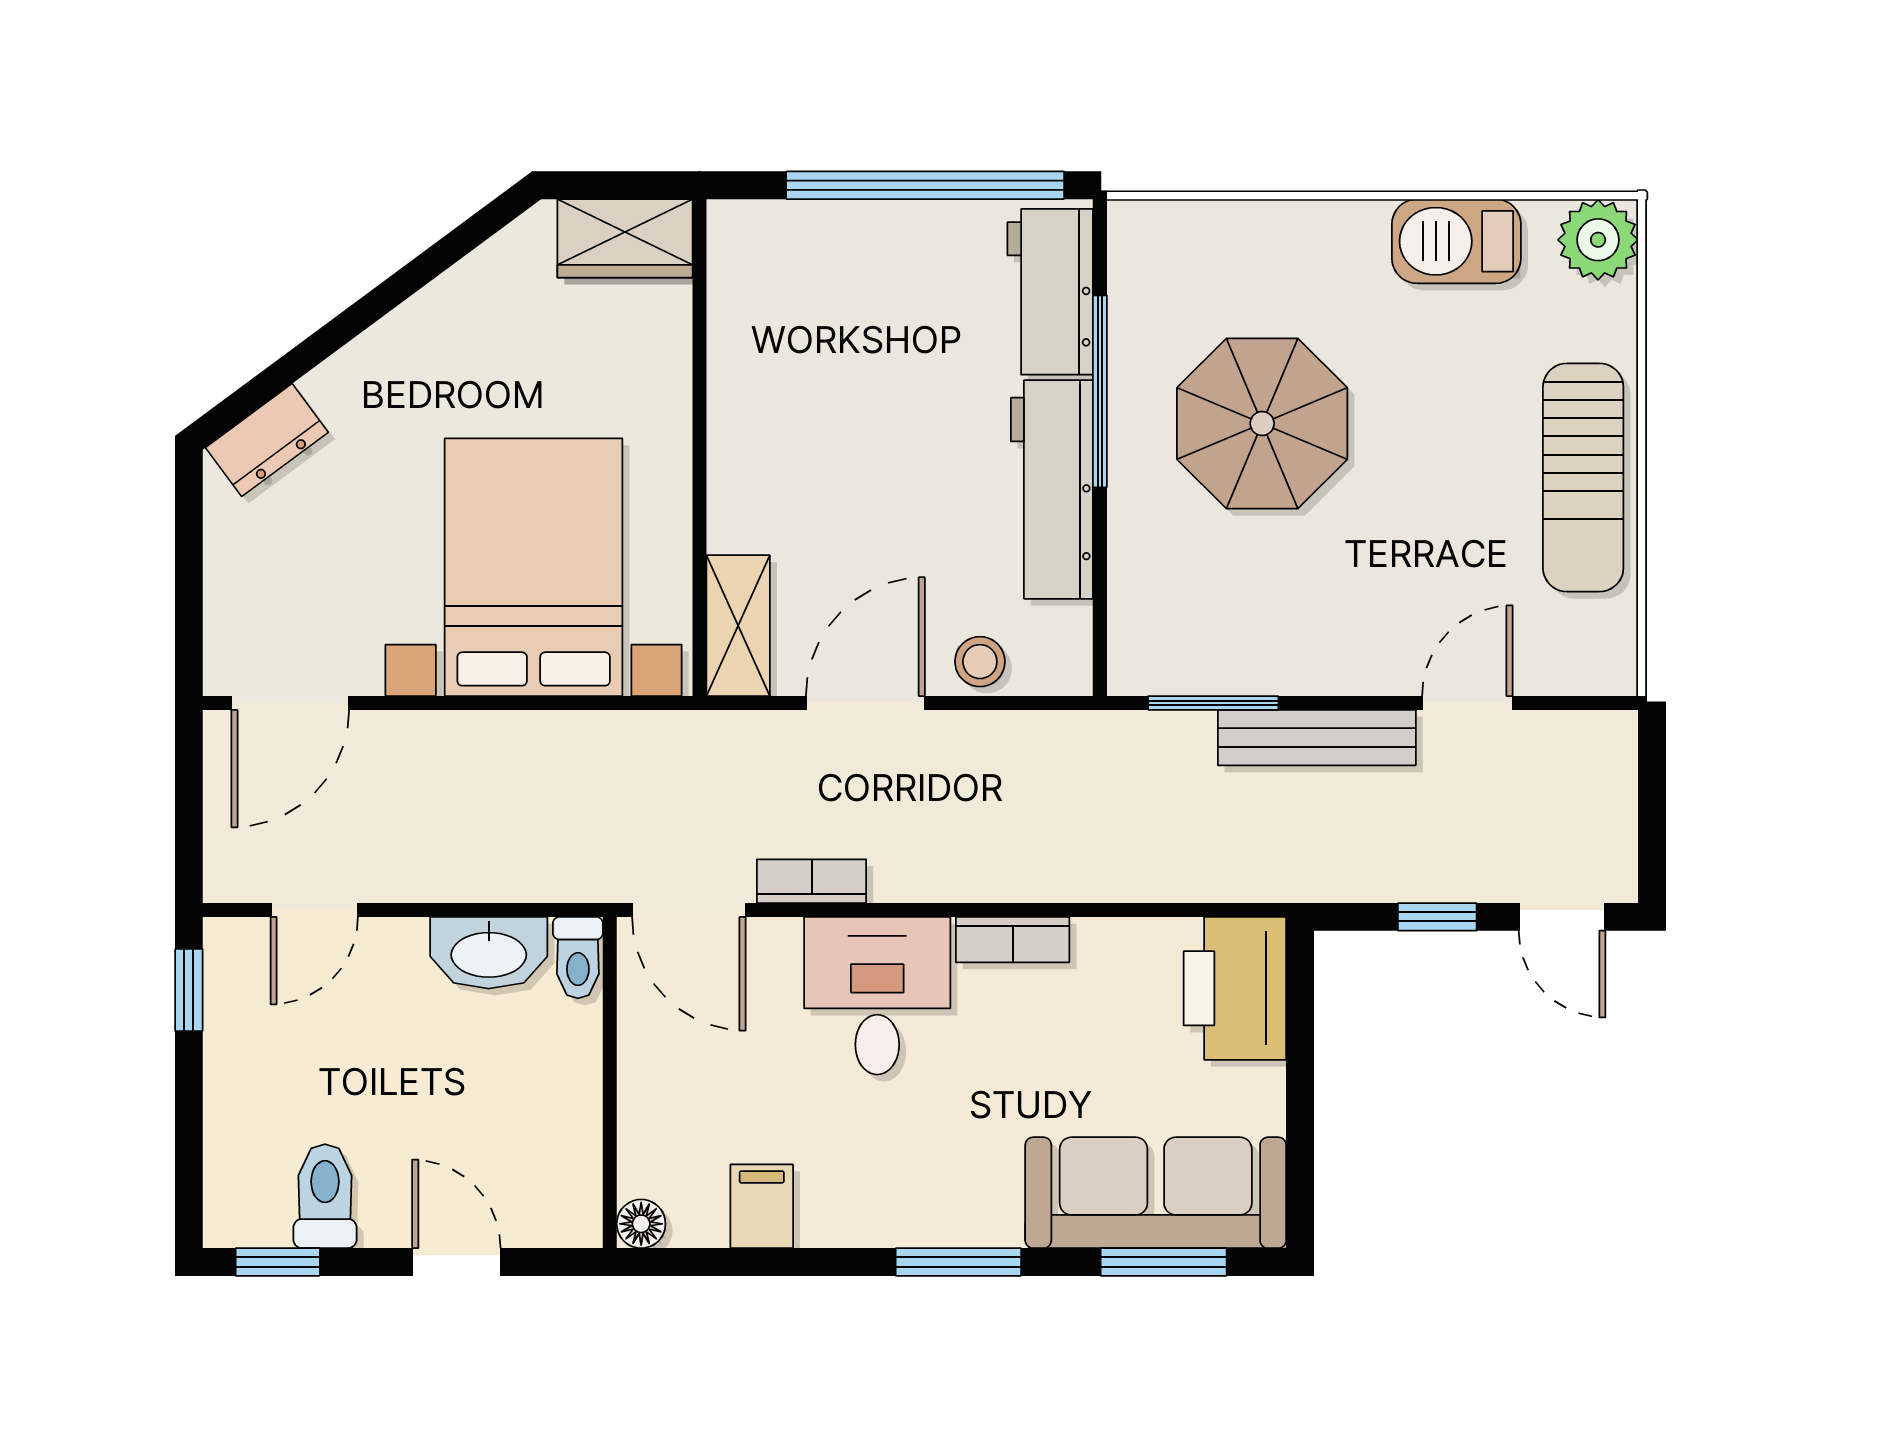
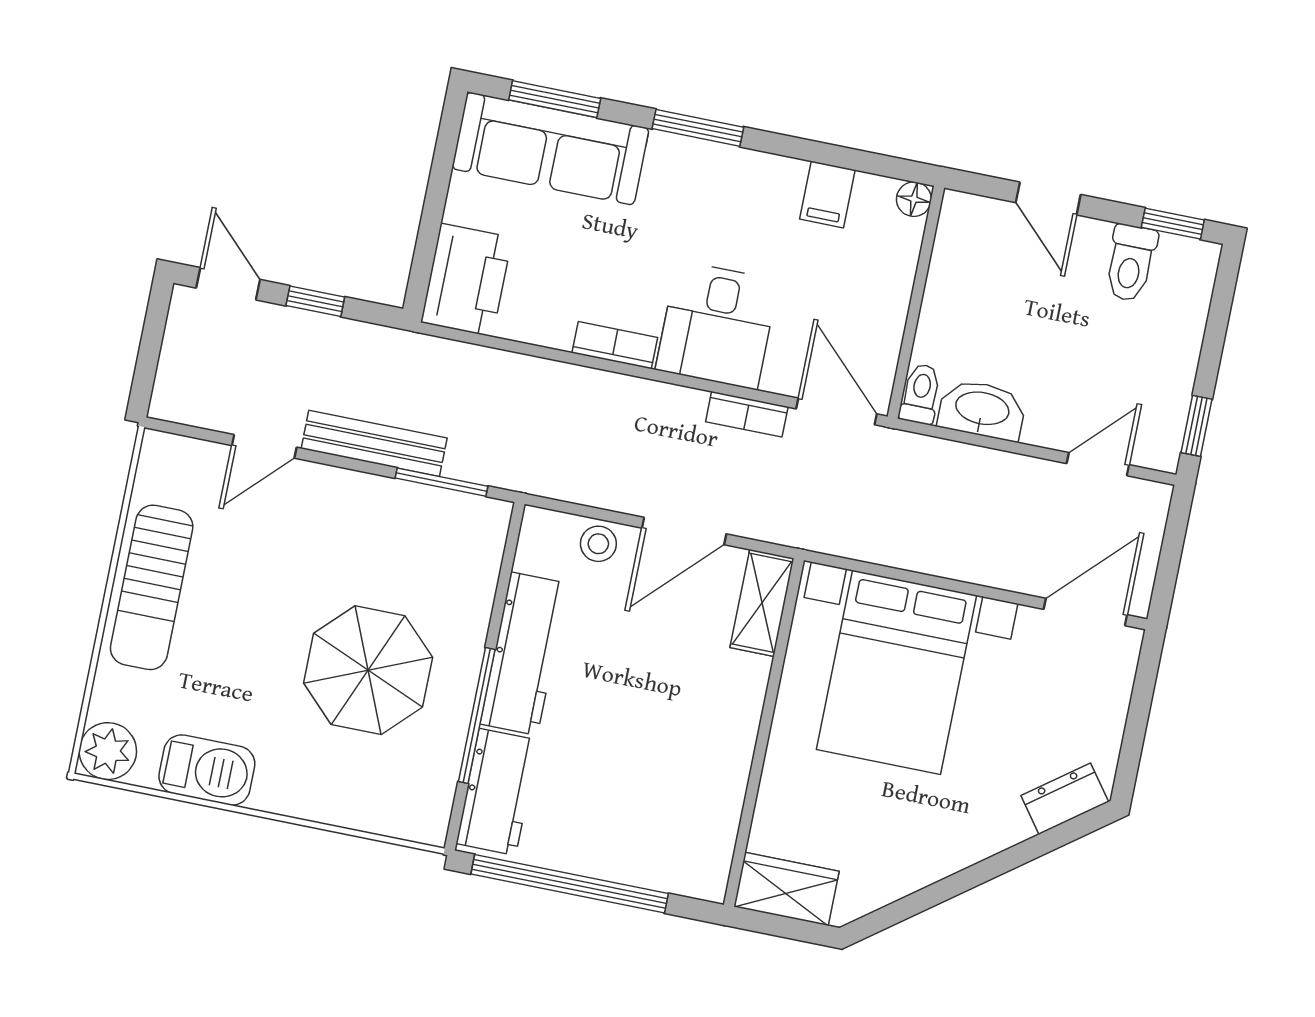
sun lounger: (1583, 477) -> (152, 587), turned 180

